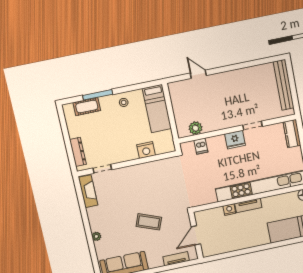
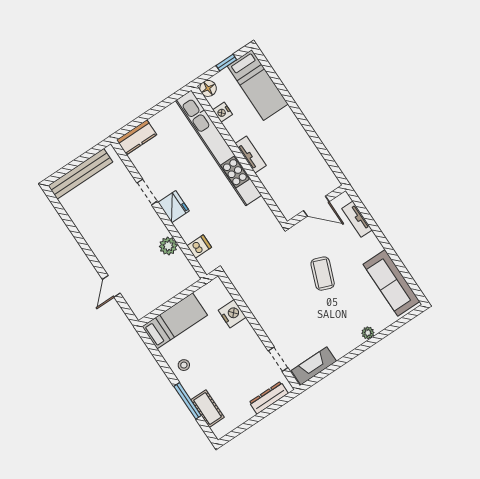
plant: (195, 128) -> (168, 246), moved
nightstand: (229, 210) -> (223, 112), moved

